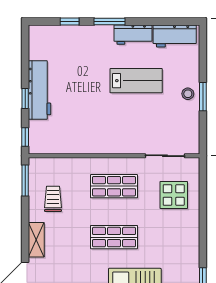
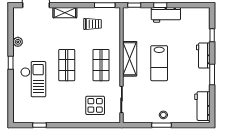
window: (109, 22) -> (212, 74), moved
workbench: (133, 35) -> (203, 56), moved
lab bench: (136, 81) -> (159, 63), moved
workbench: (40, 90) -> (166, 15), width x0.73
shelving: (105, 144) -> (130, 59), added

